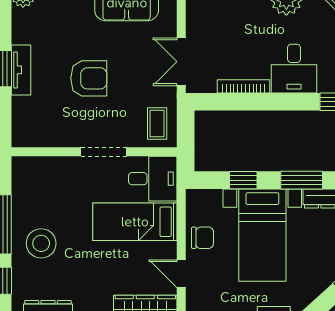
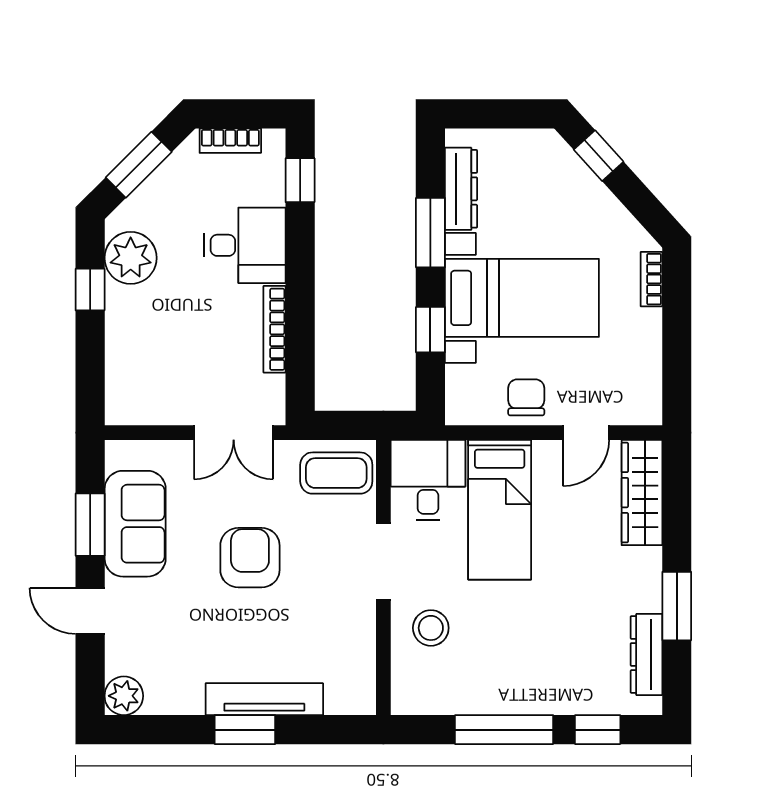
tv unit: (21, 70) -> (264, 699), width x1.41
armchair: (89, 78) -> (250, 558), moved
coffee table: (157, 123) -> (336, 473), width x1.36, depth x1.30
stool: (41, 243) -> (431, 628), moved, width x0.73, depth x0.73

